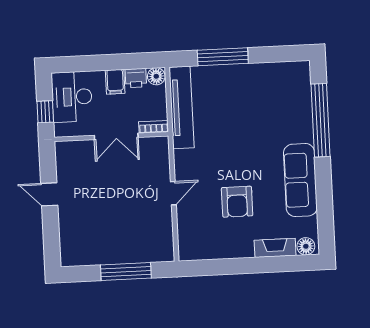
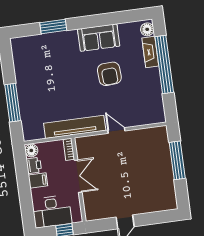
tv unit: (182, 107) -> (75, 127), moved
window: (321, 120) -> (53, 26), width x0.47
sofa: (300, 180) -> (99, 38), width x0.73
armchair: (237, 202) -> (109, 74), moved, turned 87
window: (257, 265) -> (164, 64), added

